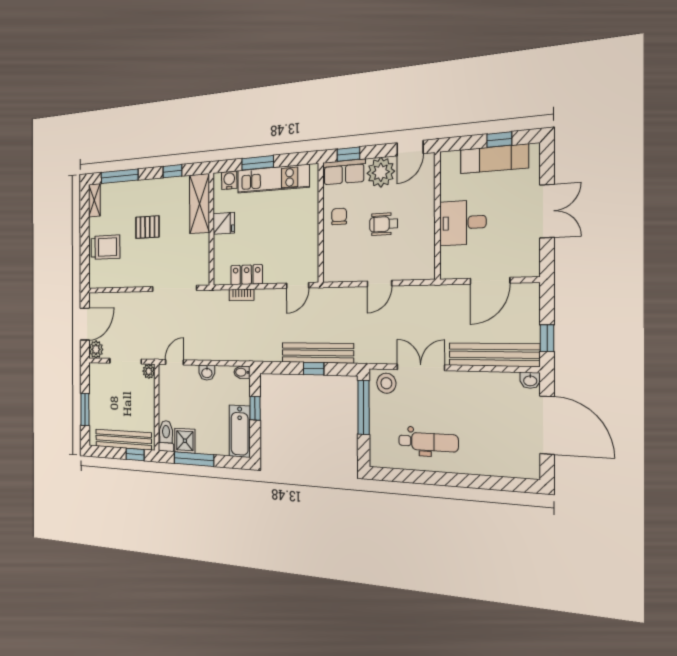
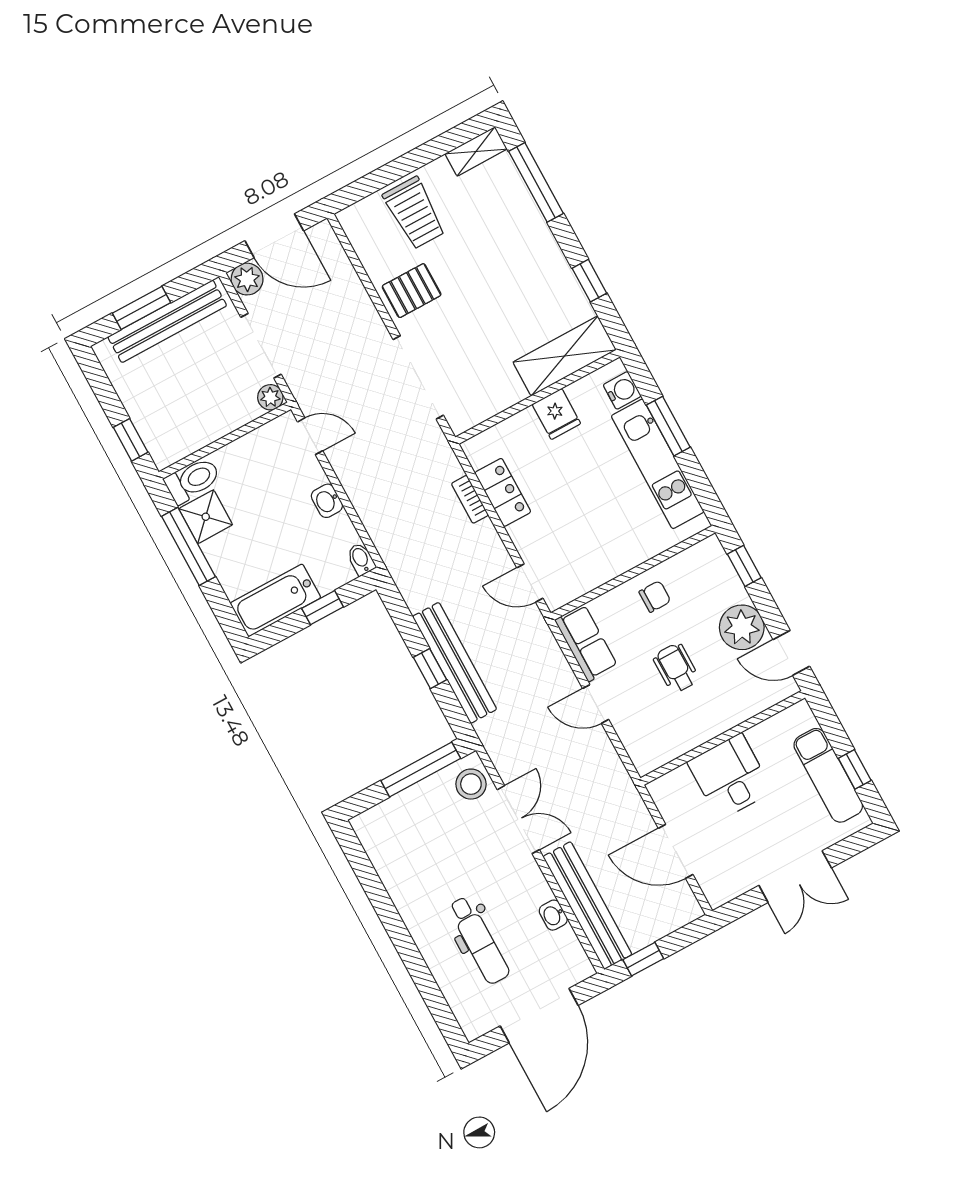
row of seats: (344, 172) -> (586, 643), moved, turned 180
pallet: (147, 227) -> (412, 291), moved, turned 90
washbasin: (530, 380) -> (553, 915), moved
bench: (123, 439) -> (167, 321), moved, turned 90
dental chair: (428, 442) -> (479, 940), moved

